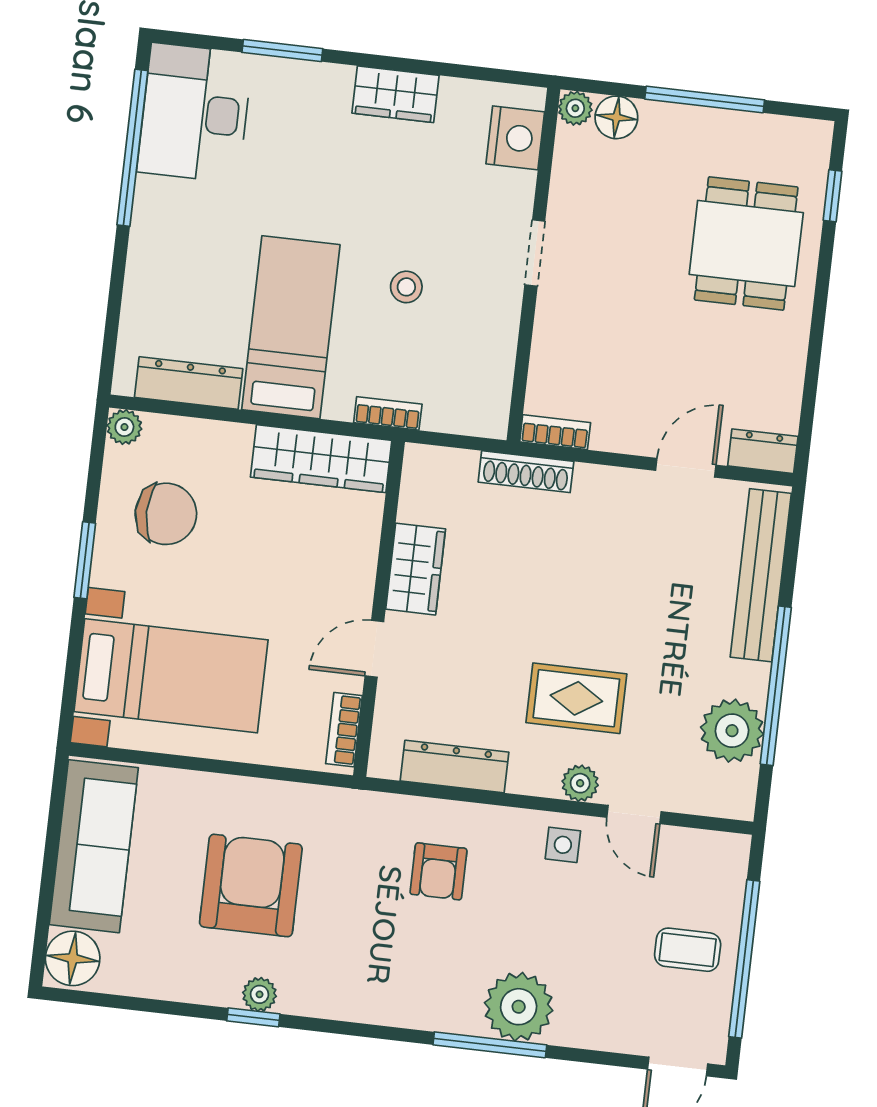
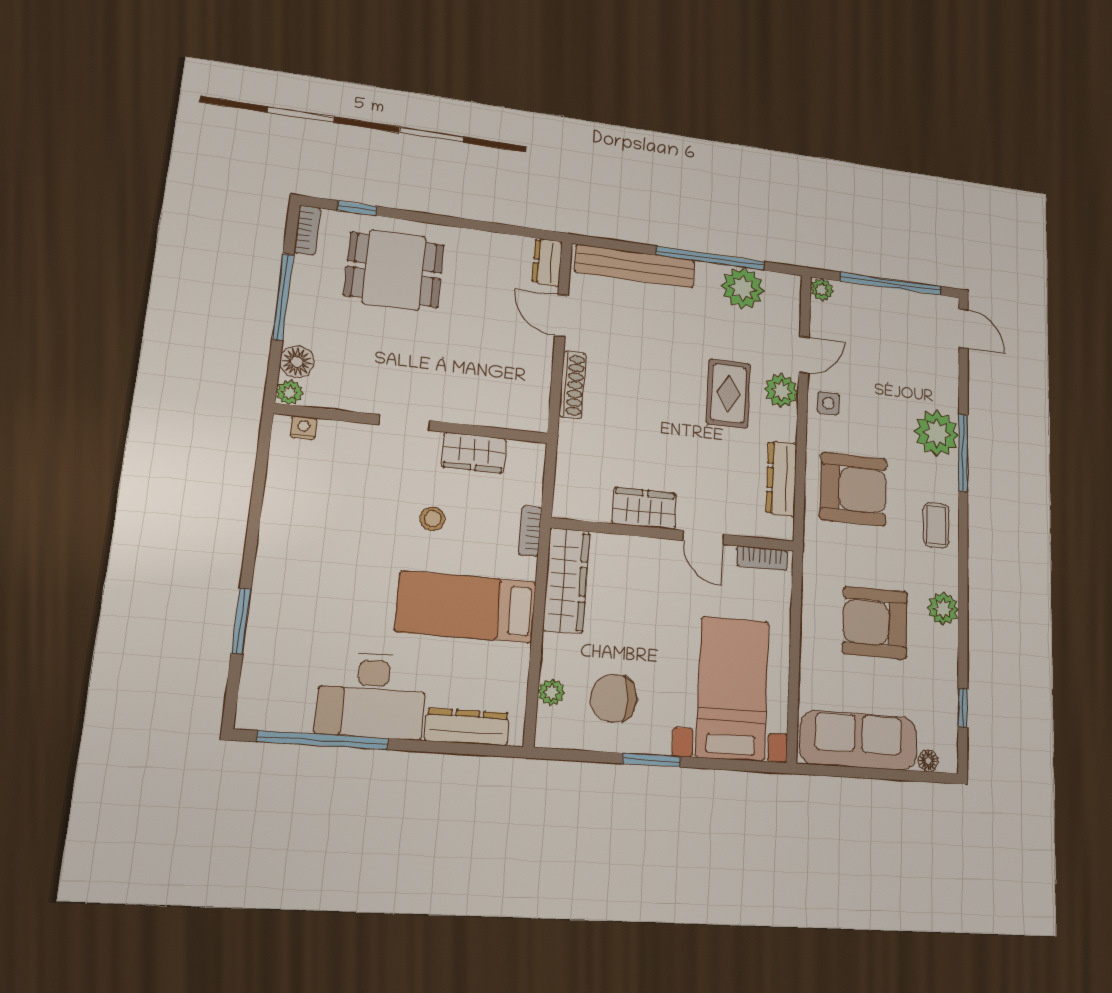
wardrobe: (395, 94) -> (474, 453), moved, turned 90
desk: (195, 113) -> (372, 695), moved
nightstand: (515, 138) -> (304, 428), width x0.53, depth x0.56
dresser: (189, 383) -> (467, 727), moved, turned 90
plant: (124, 427) -> (551, 692), moved
bookcase: (555, 432) -> (307, 230), moved, turned 180
shoe rack: (526, 472) -> (573, 385), moved
chair: (166, 514) -> (613, 698), turned -90
plant: (580, 783) -> (781, 391), width x1.38, depth x1.38
plant: (733, 850) -> (822, 290), added
armchair: (438, 871) -> (853, 489), width x1.88, depth x1.88
coffee table: (688, 950) -> (936, 525), moved
floor lamp: (73, 958) -> (928, 761), width x0.53, depth x0.53
plant: (260, 994) -> (943, 609), width x1.38, depth x1.38
window: (253, 1017) -> (963, 708), moved

